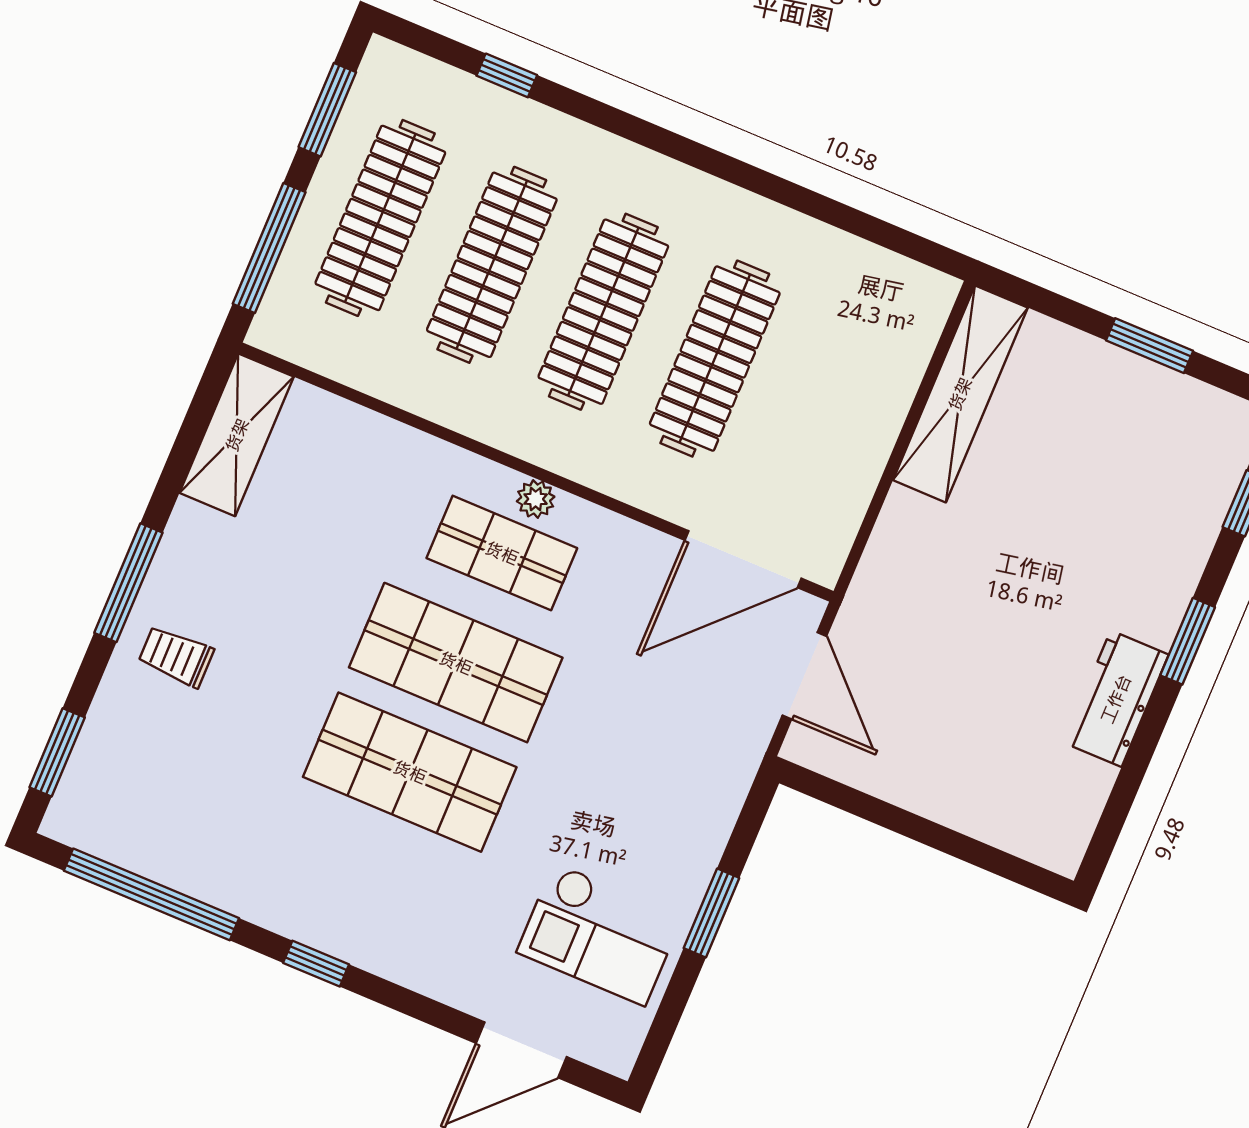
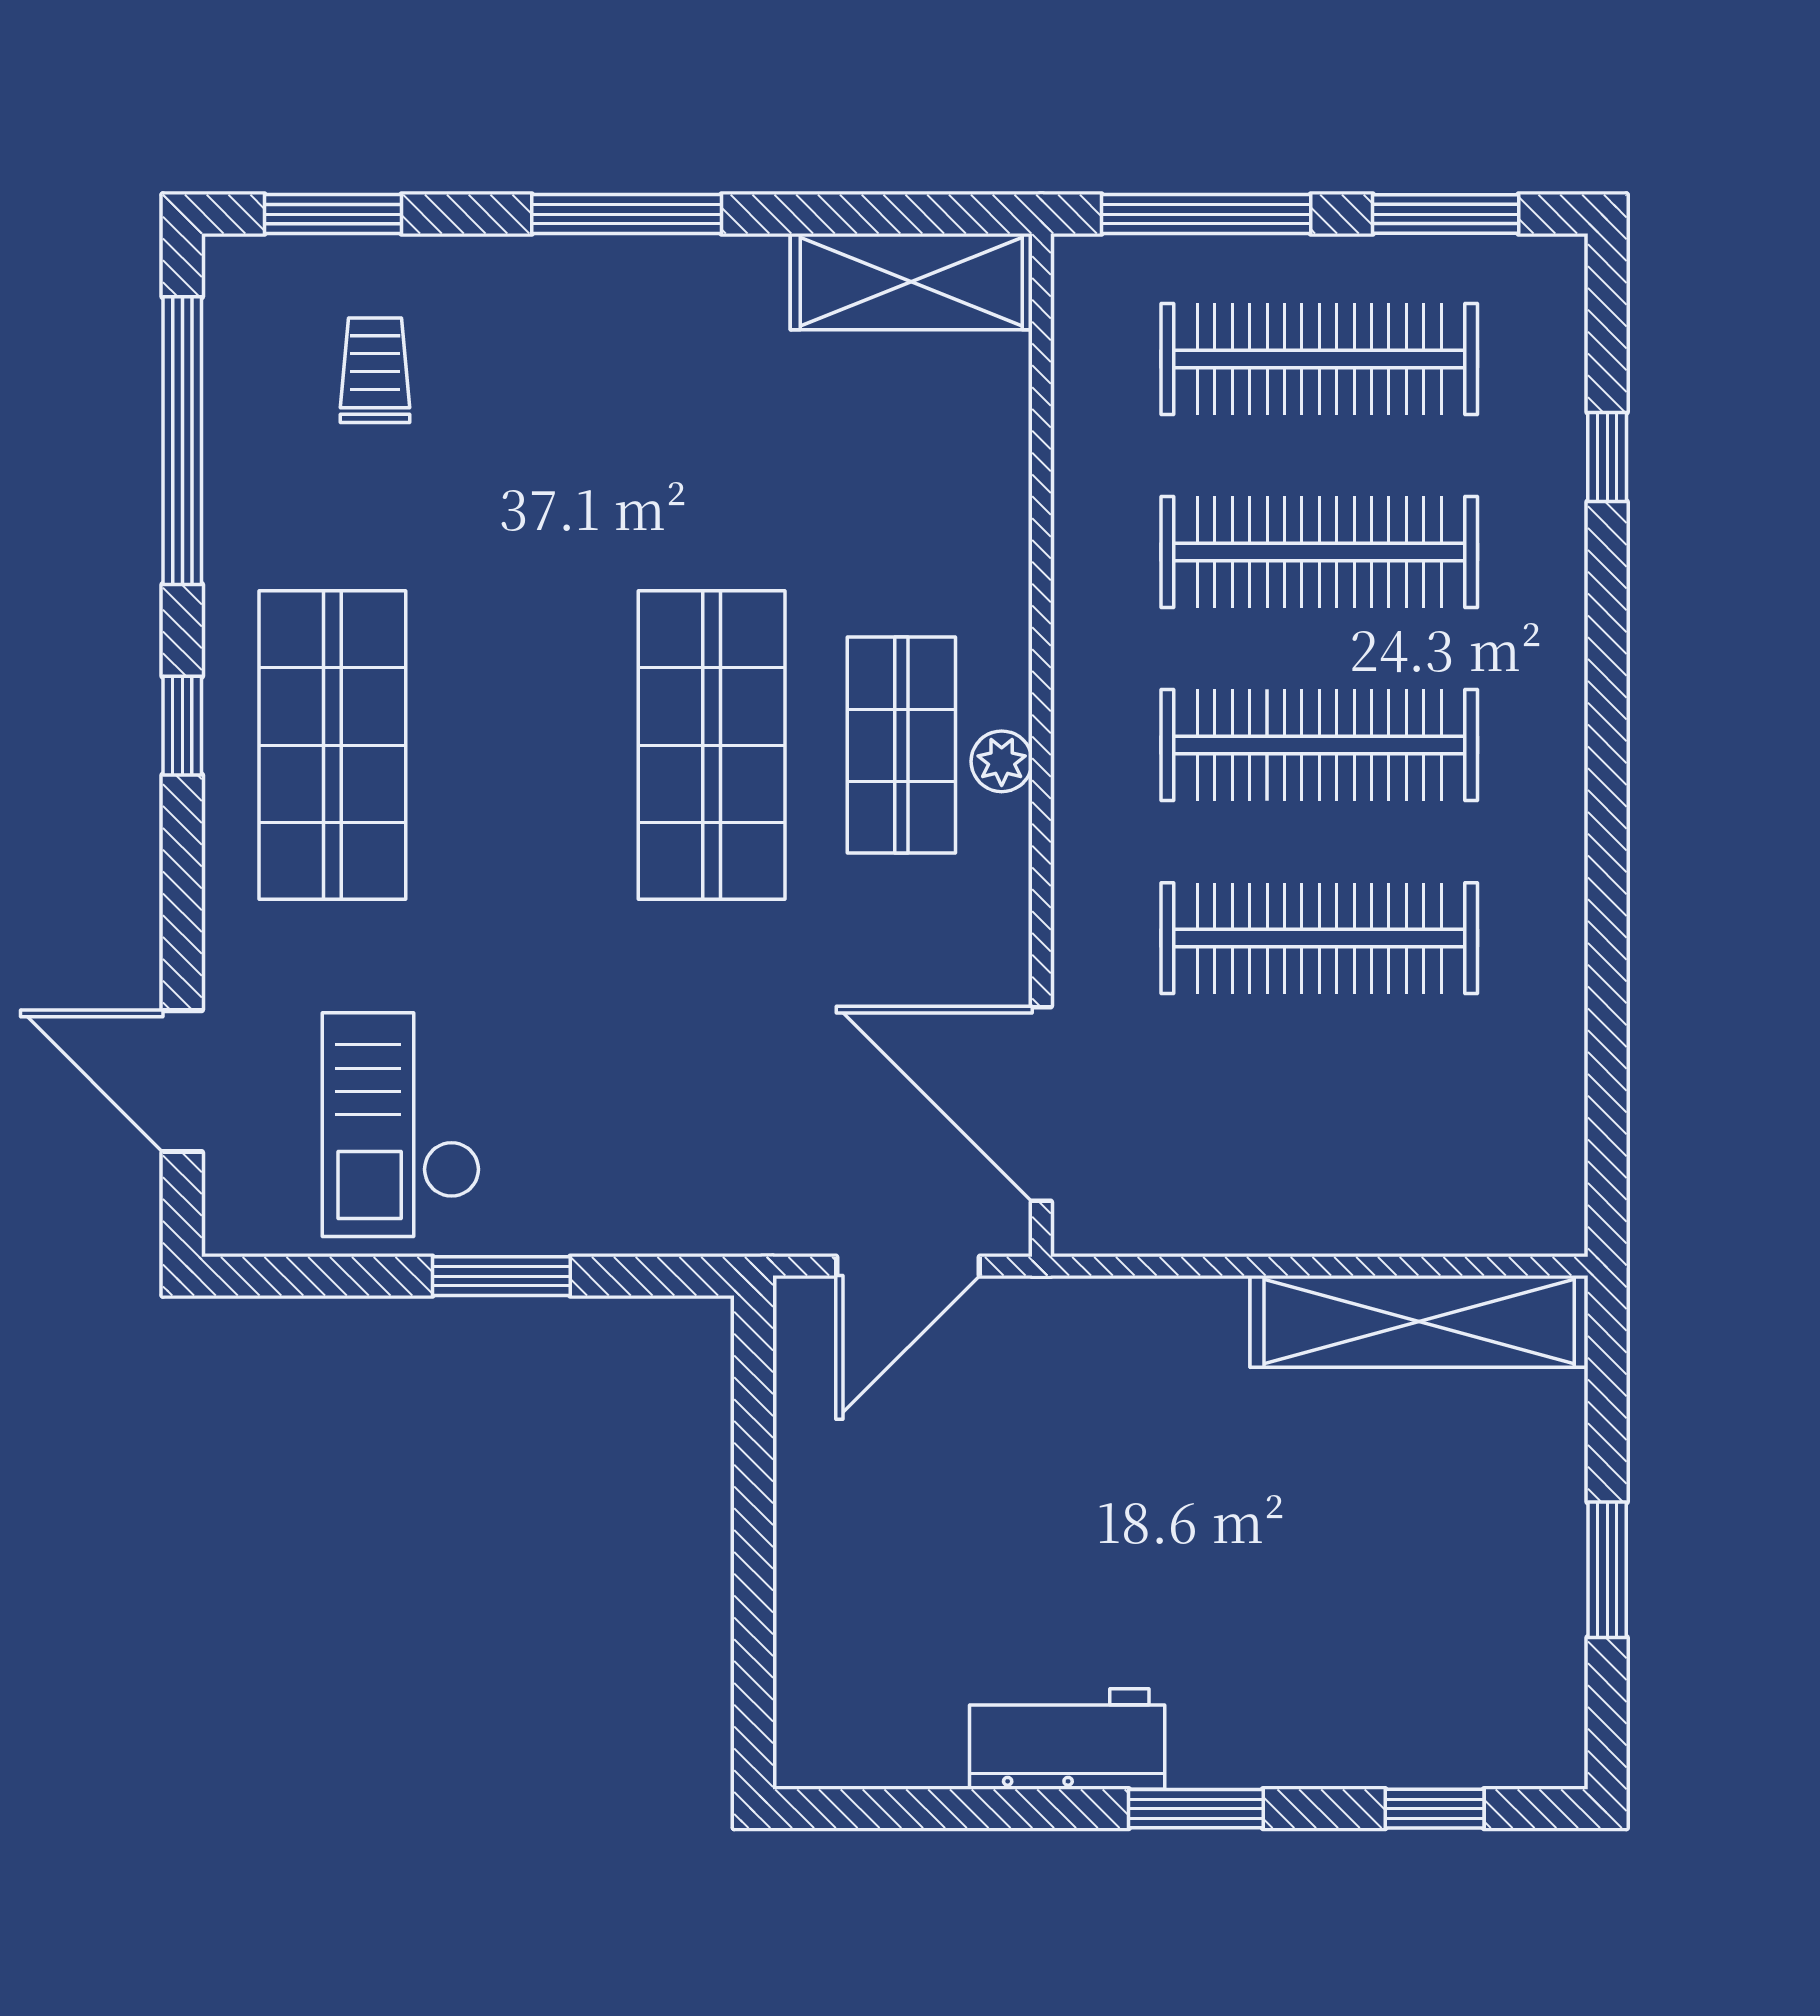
trolley: (176, 656) -> (375, 370), moved
shop shelf: (410, 772) -> (332, 745), moved

